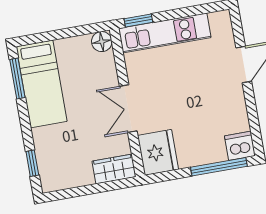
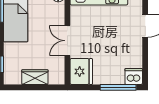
wardrobe: (114, 169) -> (35, 77), moved

